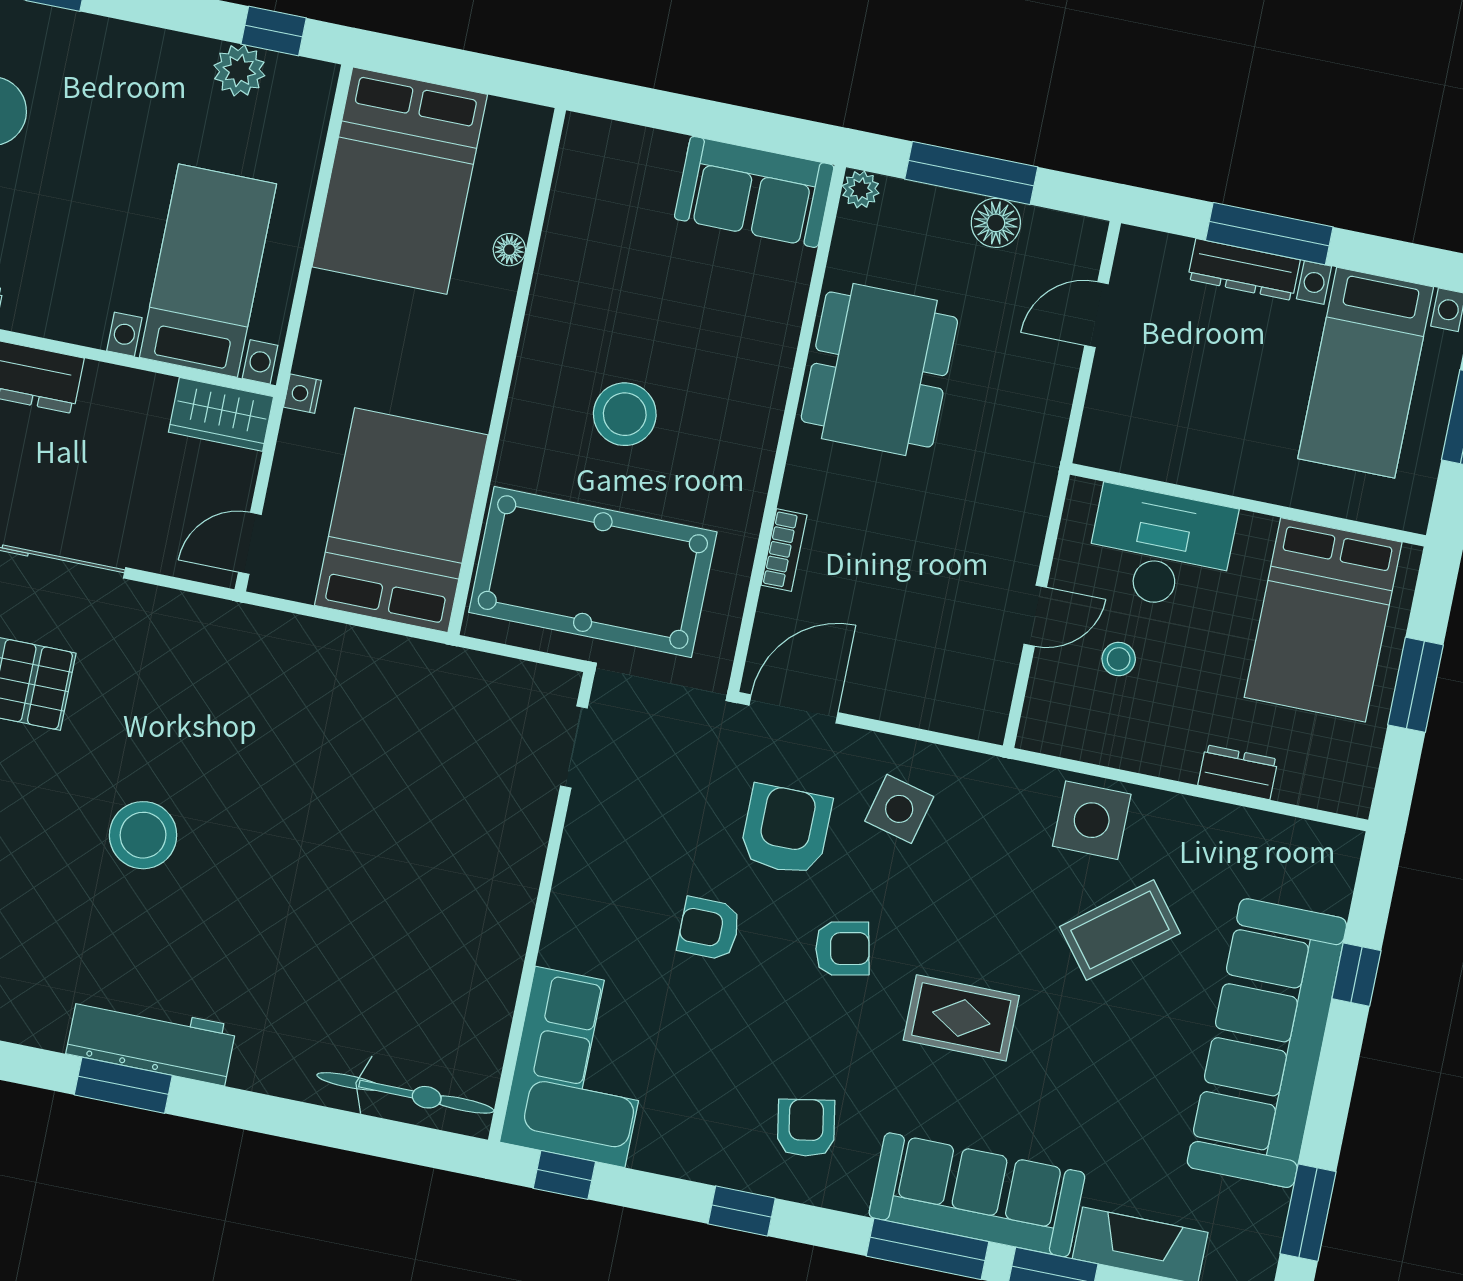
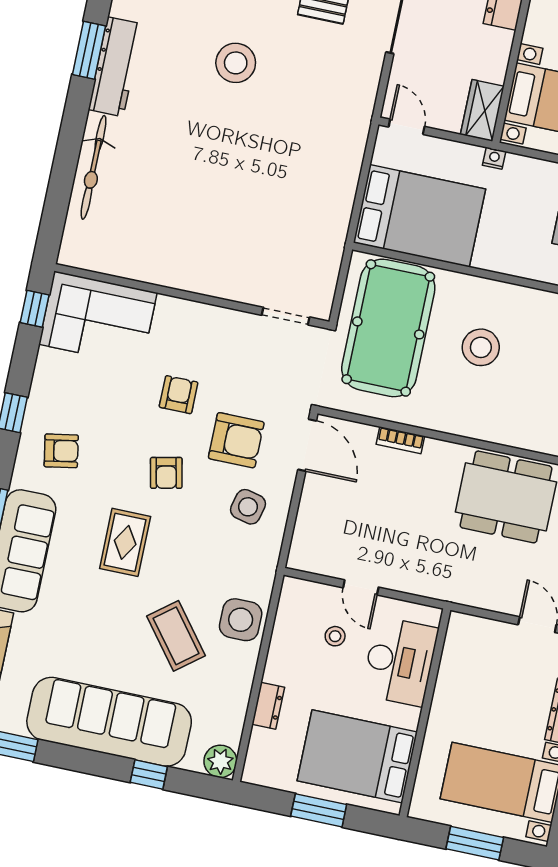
plant: (1333, 853) -> (220, 761), added
bicycle: (405, 1093) -> (94, 167), moved

